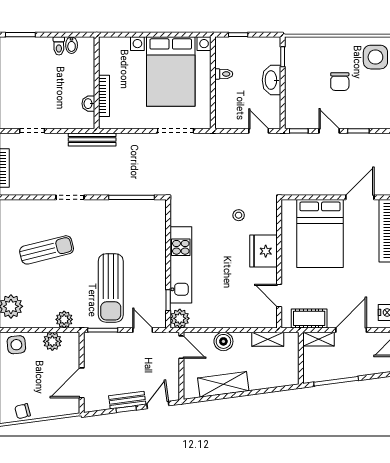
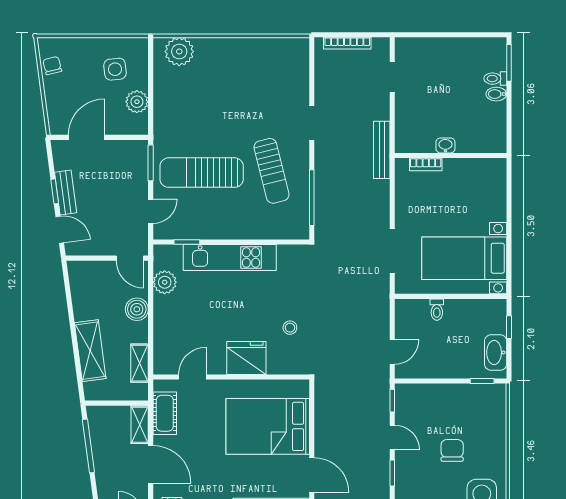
bidet: (72, 45) -> (496, 94), moved
toilet: (59, 46) -> (495, 79), moved
bed with nightstands: (171, 72) -> (464, 258), width x0.73
toilet: (224, 74) -> (437, 310), moved
washbasin: (272, 80) -> (496, 353), moved, turned -90
chair: (340, 82) -> (452, 450), turned 90
bookcase: (104, 96) -> (426, 164), width x0.64
washbasin: (88, 104) -> (445, 145), moved
door: (329, 131) -> (392, 437), hinge flipped
sun lounger: (47, 250) -> (271, 171), moved
plant: (180, 318) -> (165, 282), moved
plant: (64, 319) -> (163, 116), removed
side table: (16, 345) -> (115, 69), moved
door: (181, 347) -> (130, 258), hinge flipped
door: (82, 383) -> (86, 137), hinge flipped
shelving: (223, 384) -> (90, 351), moved

